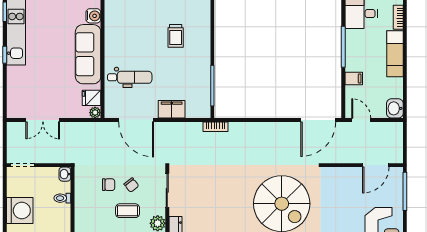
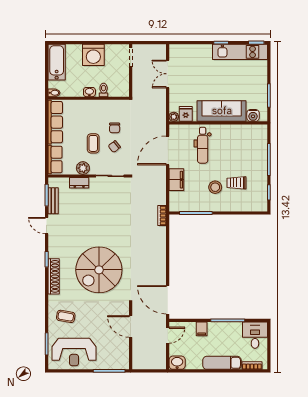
stool: (181, 62) -> (215, 187), added
door: (376, 165) -> (131, 326), moved
washbasin: (65, 174) -> (89, 92), moved

